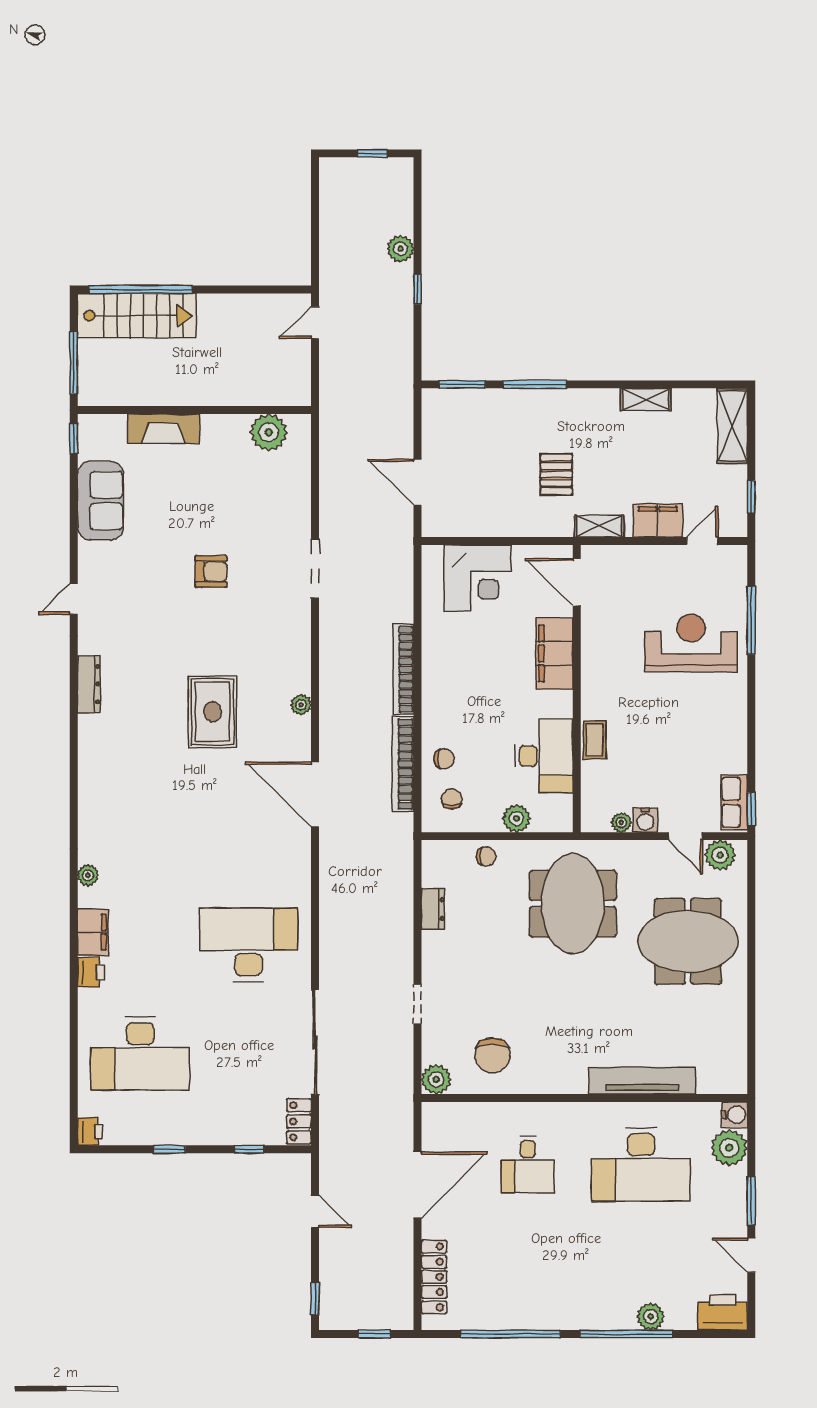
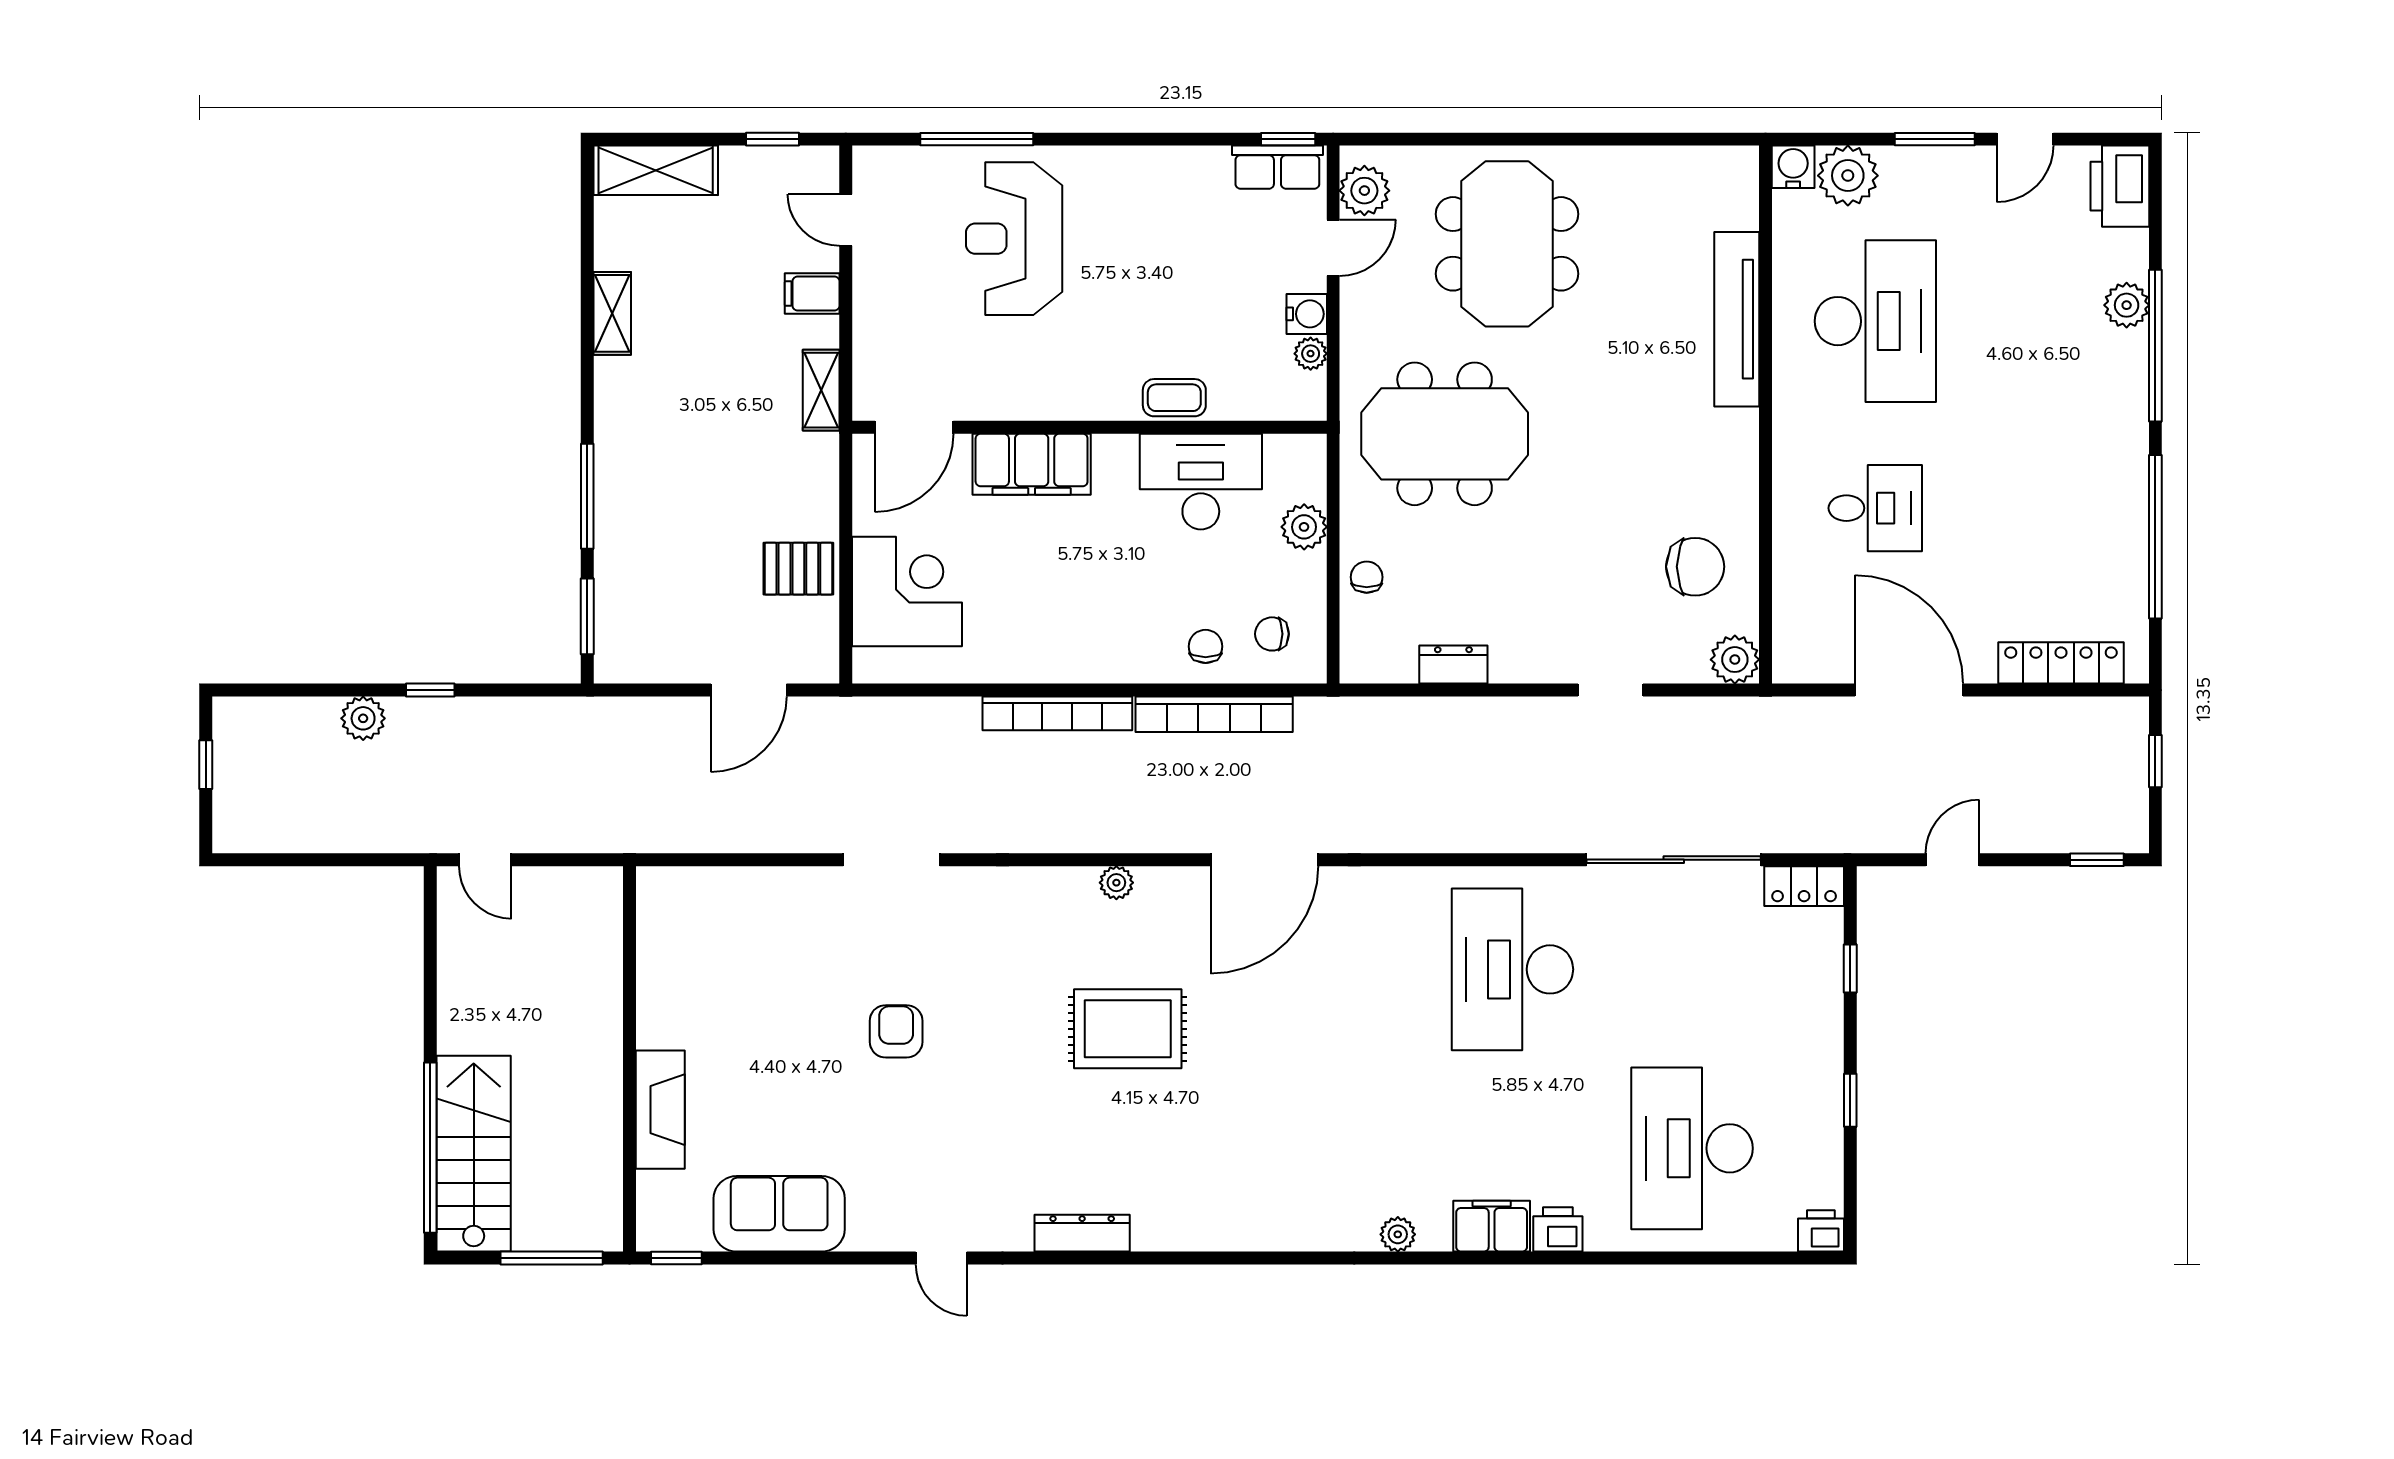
plant: (269, 432) -> (666, 936), removed
pallet: (556, 475) -> (798, 569), moved
filing cabinet: (658, 521) -> (812, 294), width x0.50
desk: (140, 1053) -> (1692, 1148), turned 180

